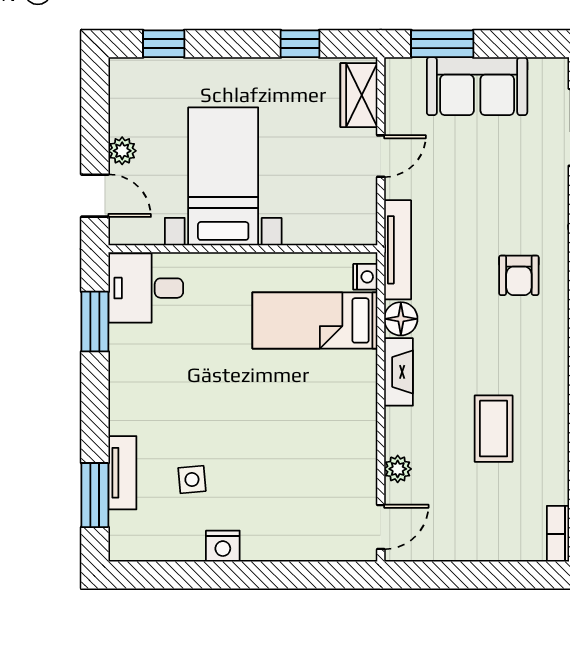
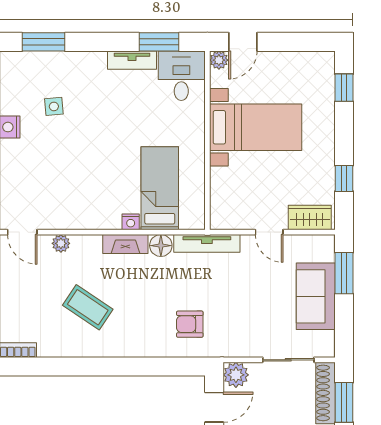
plant: (122, 151) -> (219, 60), moved
nightstand: (365, 277) -> (131, 222), moved
coffee table: (494, 429) -> (88, 307), turned 34
tv unit: (122, 473) -> (132, 60), moved

